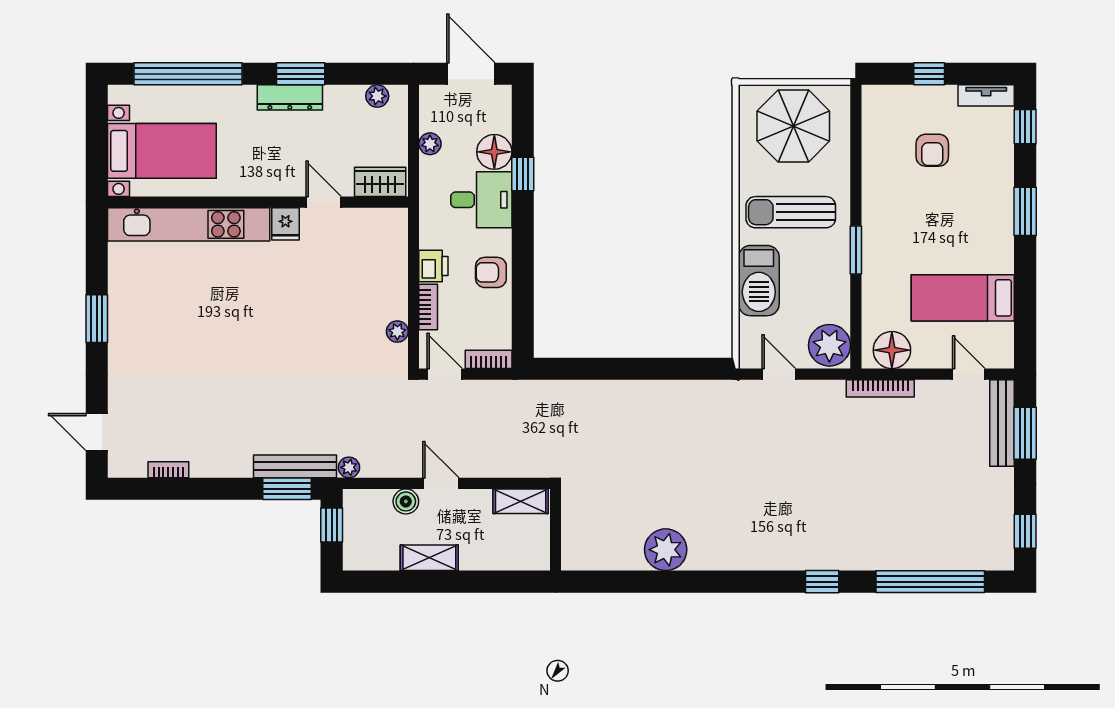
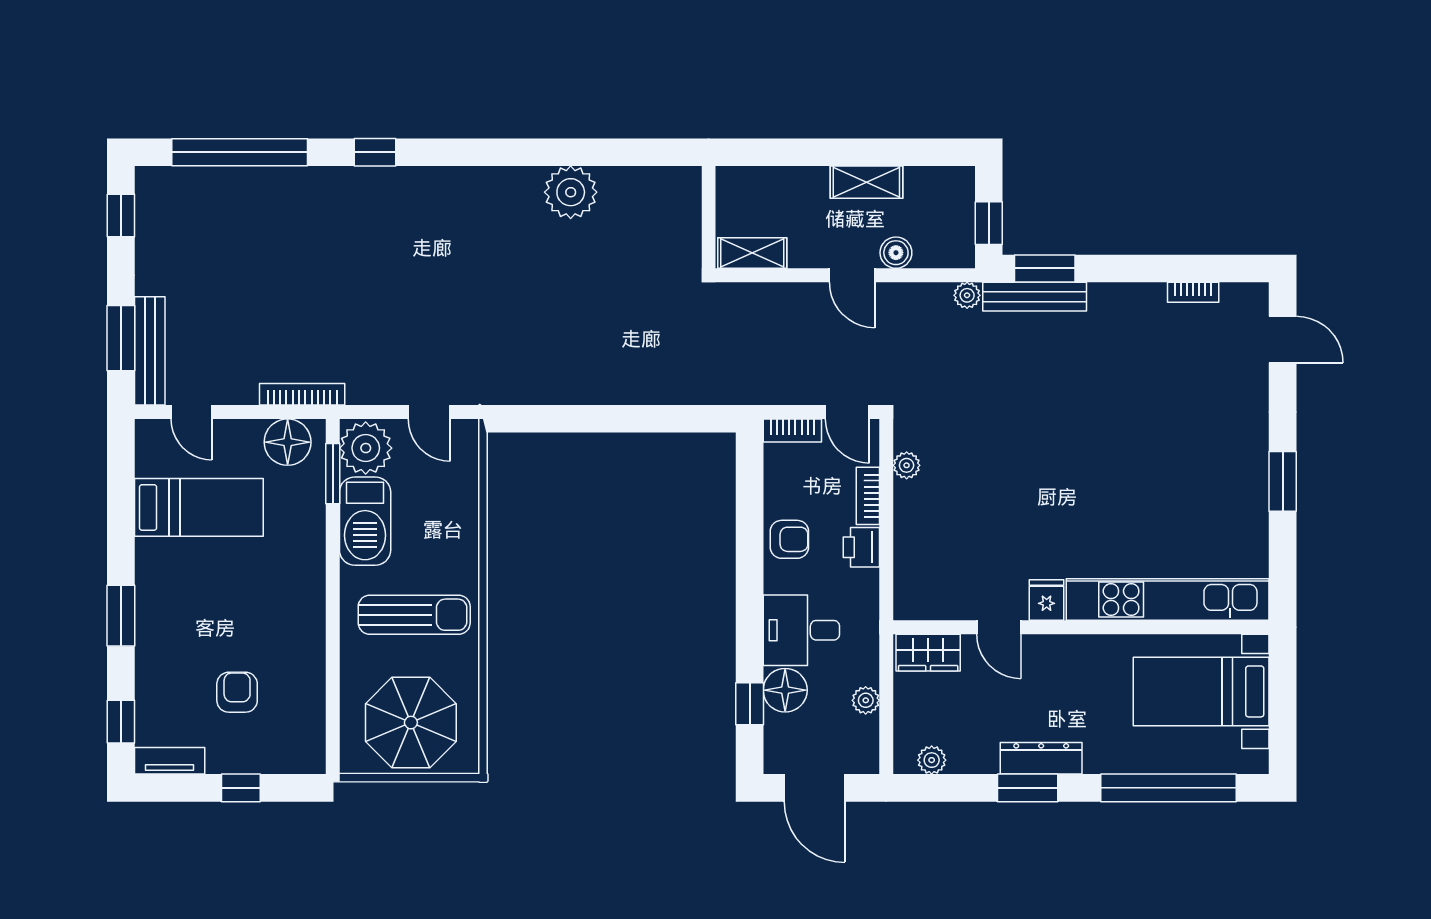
window: (523, 174) -> (750, 704), moved
window: (856, 250) -> (333, 474), moved
barbecue: (759, 281) -> (365, 521), moved, turned 180

